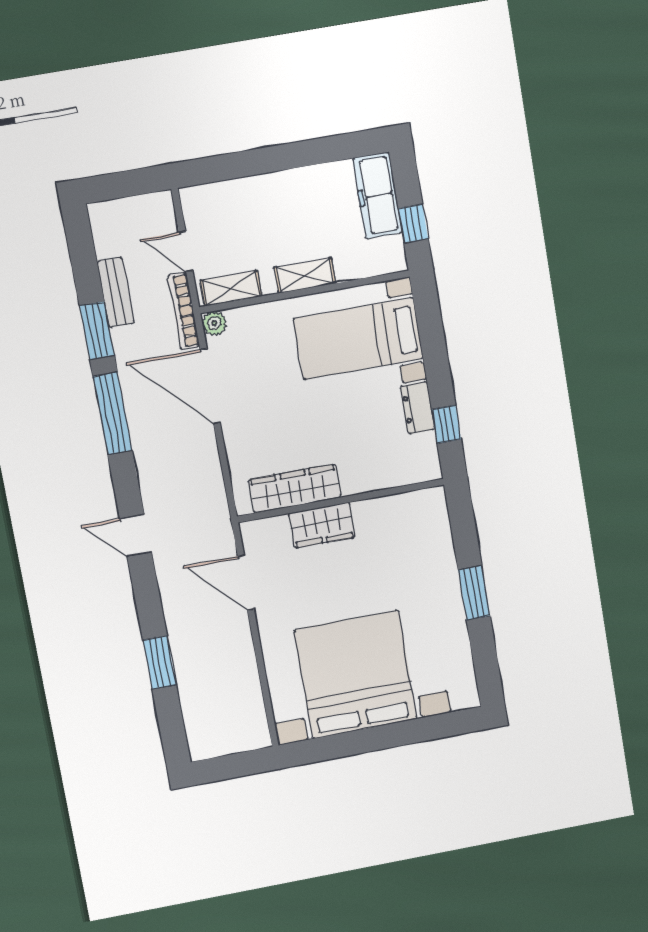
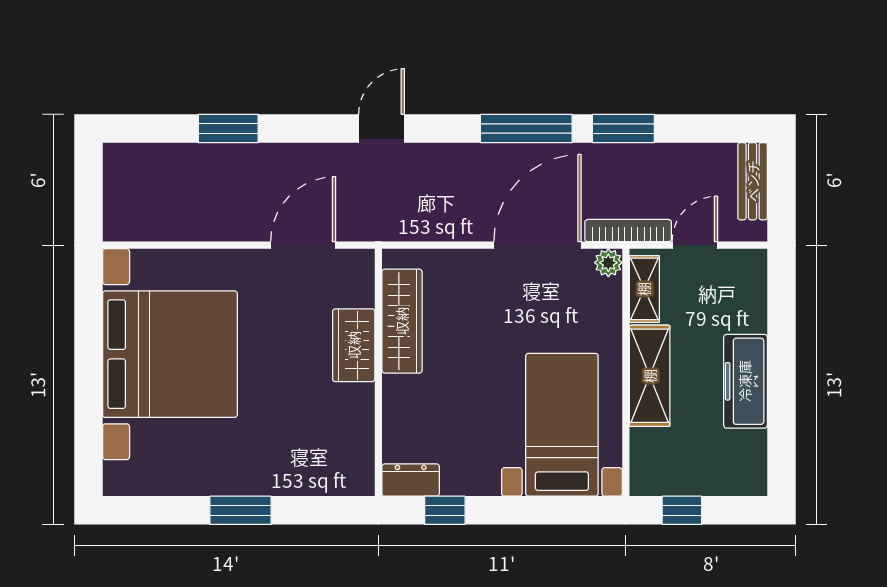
freezer: (377, 196) -> (745, 381), moved, turned -90
shelving: (305, 275) -> (650, 376), width x1.50, depth x1.33
bench: (115, 292) -> (753, 181), moved, turned 90
dresser: (418, 408) -> (411, 480), moved

